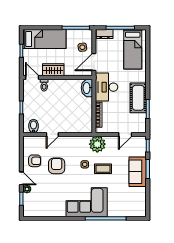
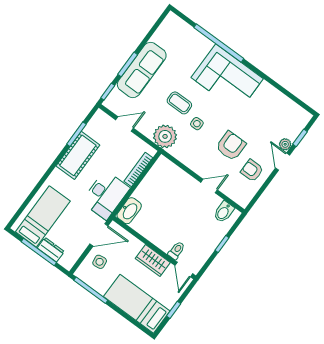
dresser: (105, 34) -> (51, 250), moved
armchair: (57, 166) -> (231, 146), turned 180
sofa: (138, 172) -> (142, 70), width x1.36

